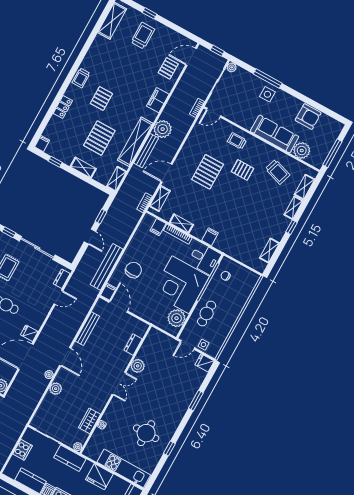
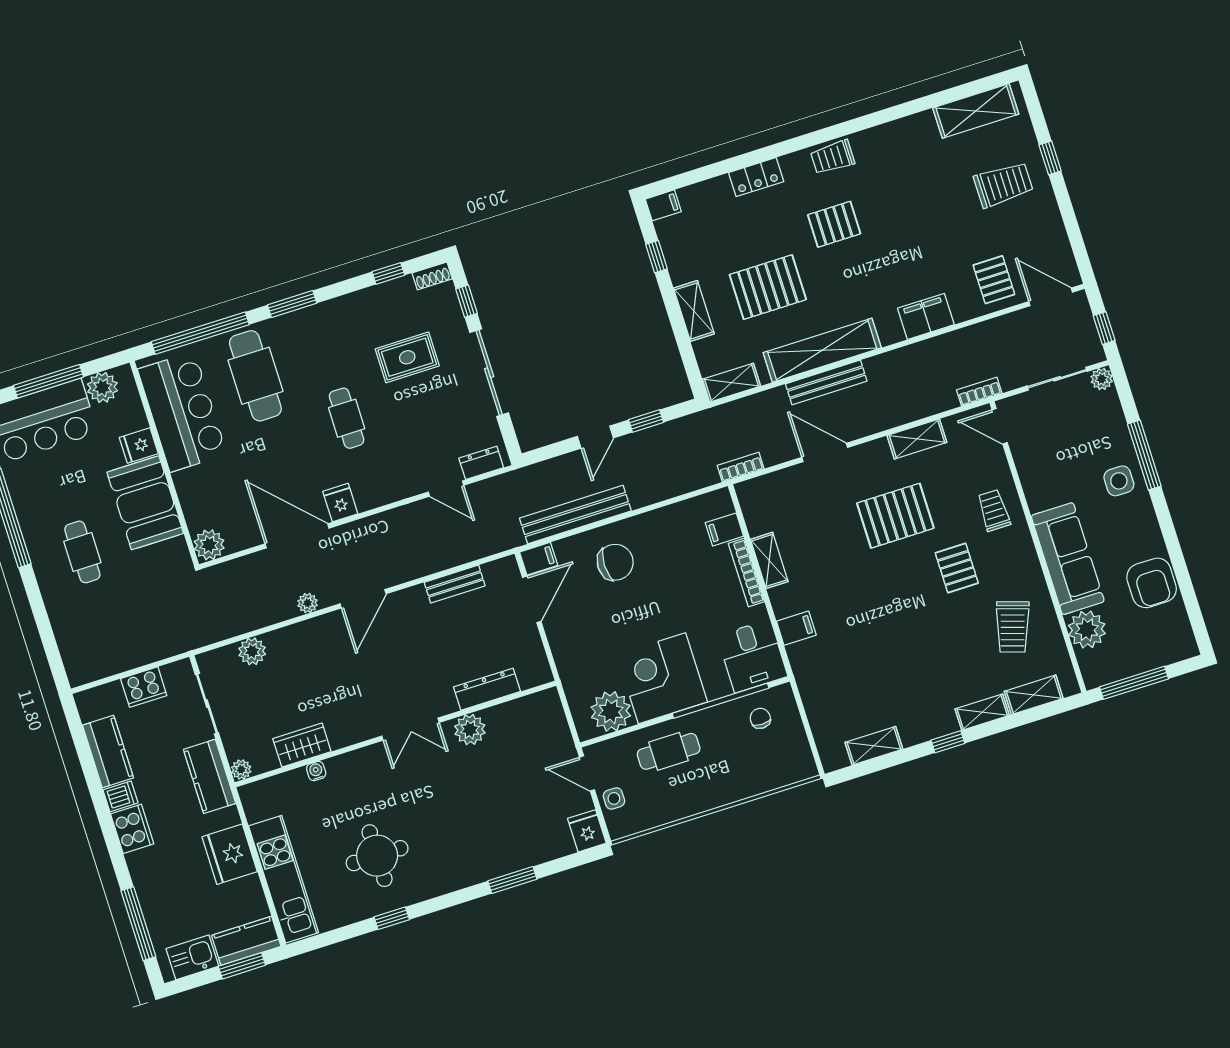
pallet: (168, 68) -> (994, 280), turned 90
plant: (163, 129) -> (888, 373), removed
shelving: (160, 199) -> (917, 439), moved
corner desk: (181, 285) -> (662, 678), width x0.74, depth x0.74
bench: (87, 329) -> (455, 584), width x0.73
dresser: (133, 344) -> (487, 689), width x1.44
plant: (56, 389) -> (252, 651), moved

